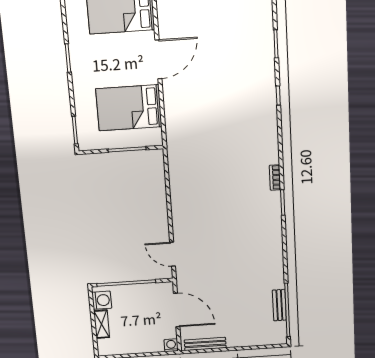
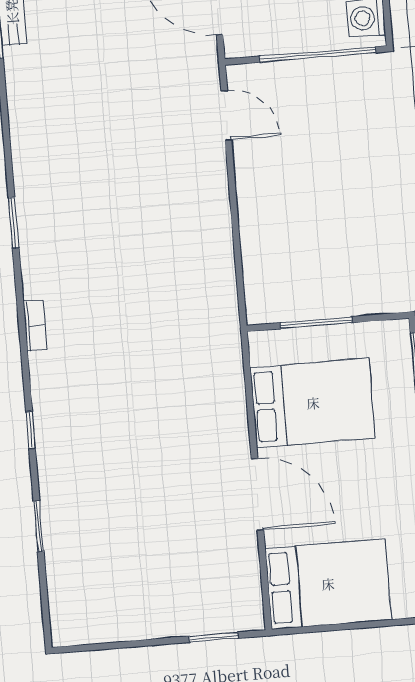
door: (158, 59) -> (257, 494), swing flipped
bookcase: (275, 177) -> (35, 325), moved

